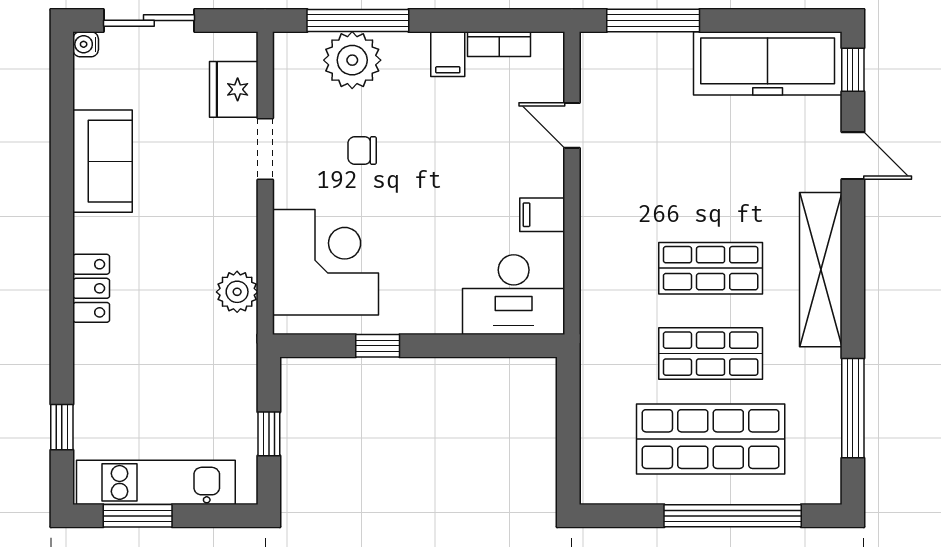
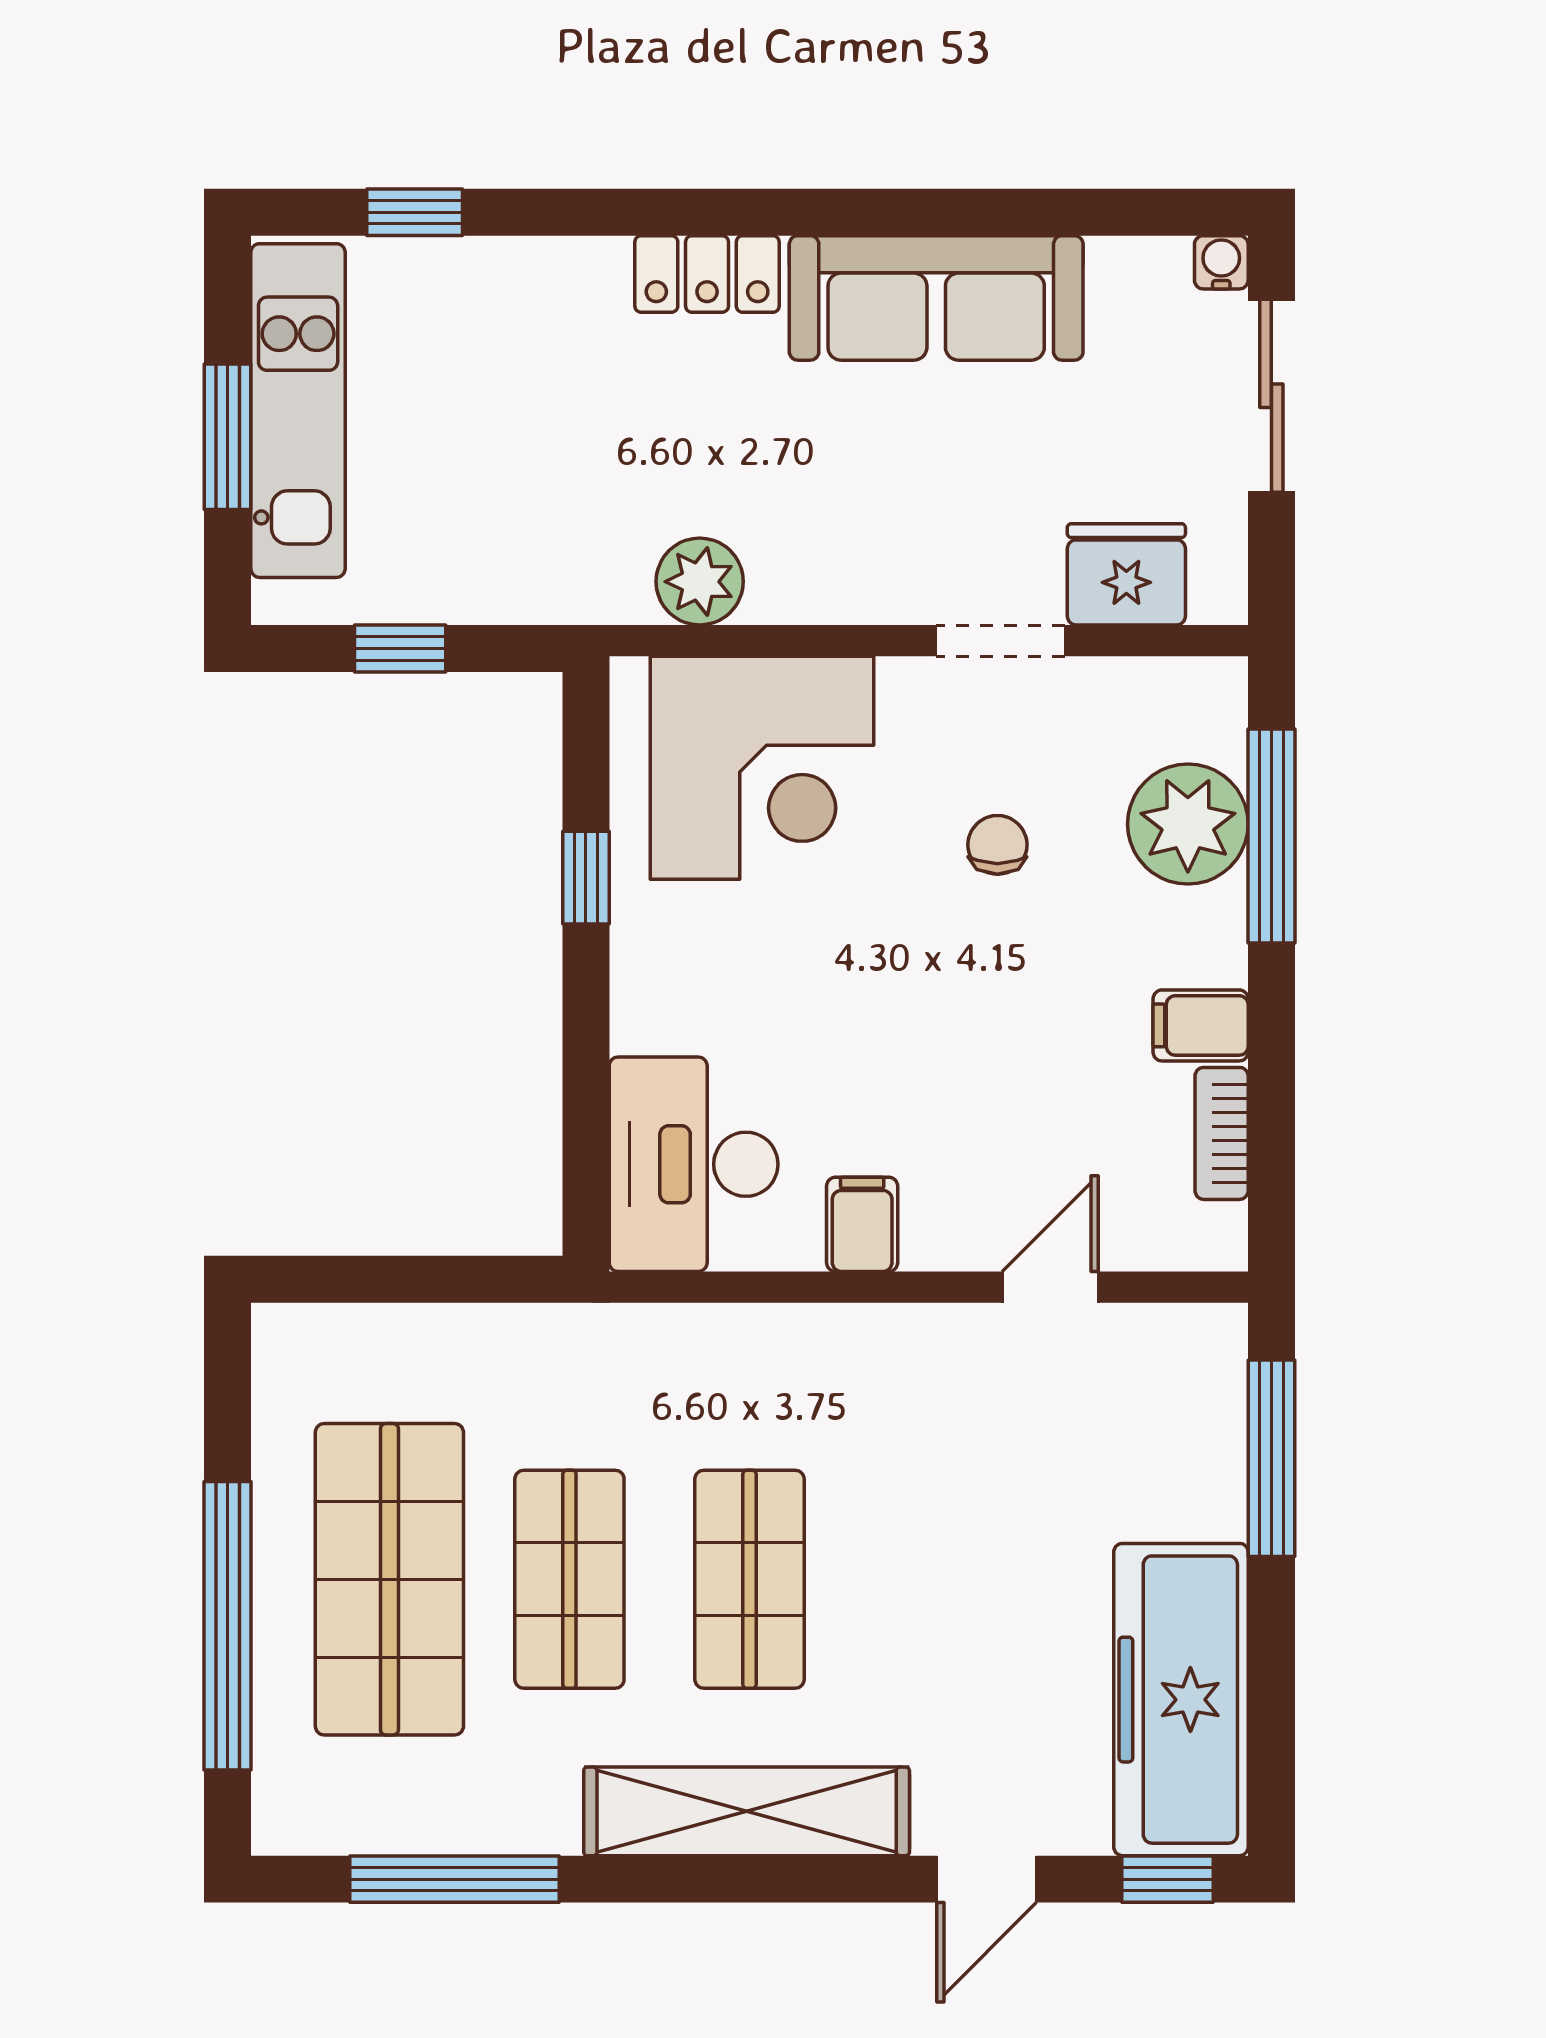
sofa: (103, 161) -> (936, 298), width x1.36
window: (138, 516) -> (228, 437), moved

